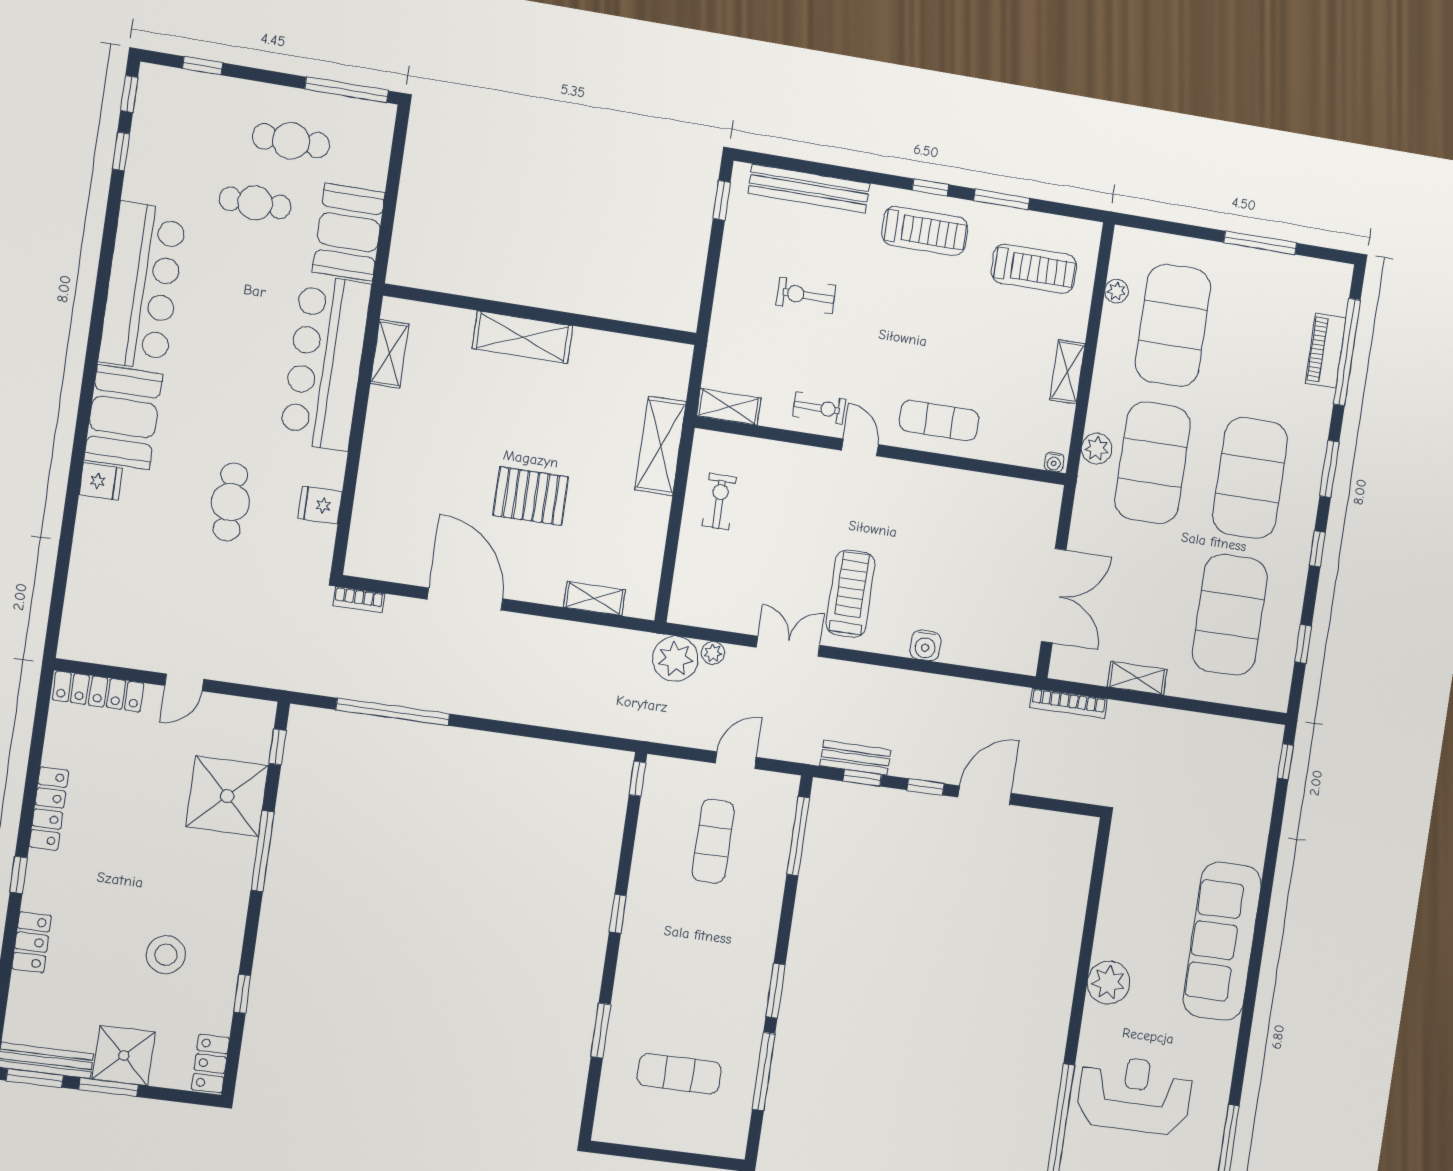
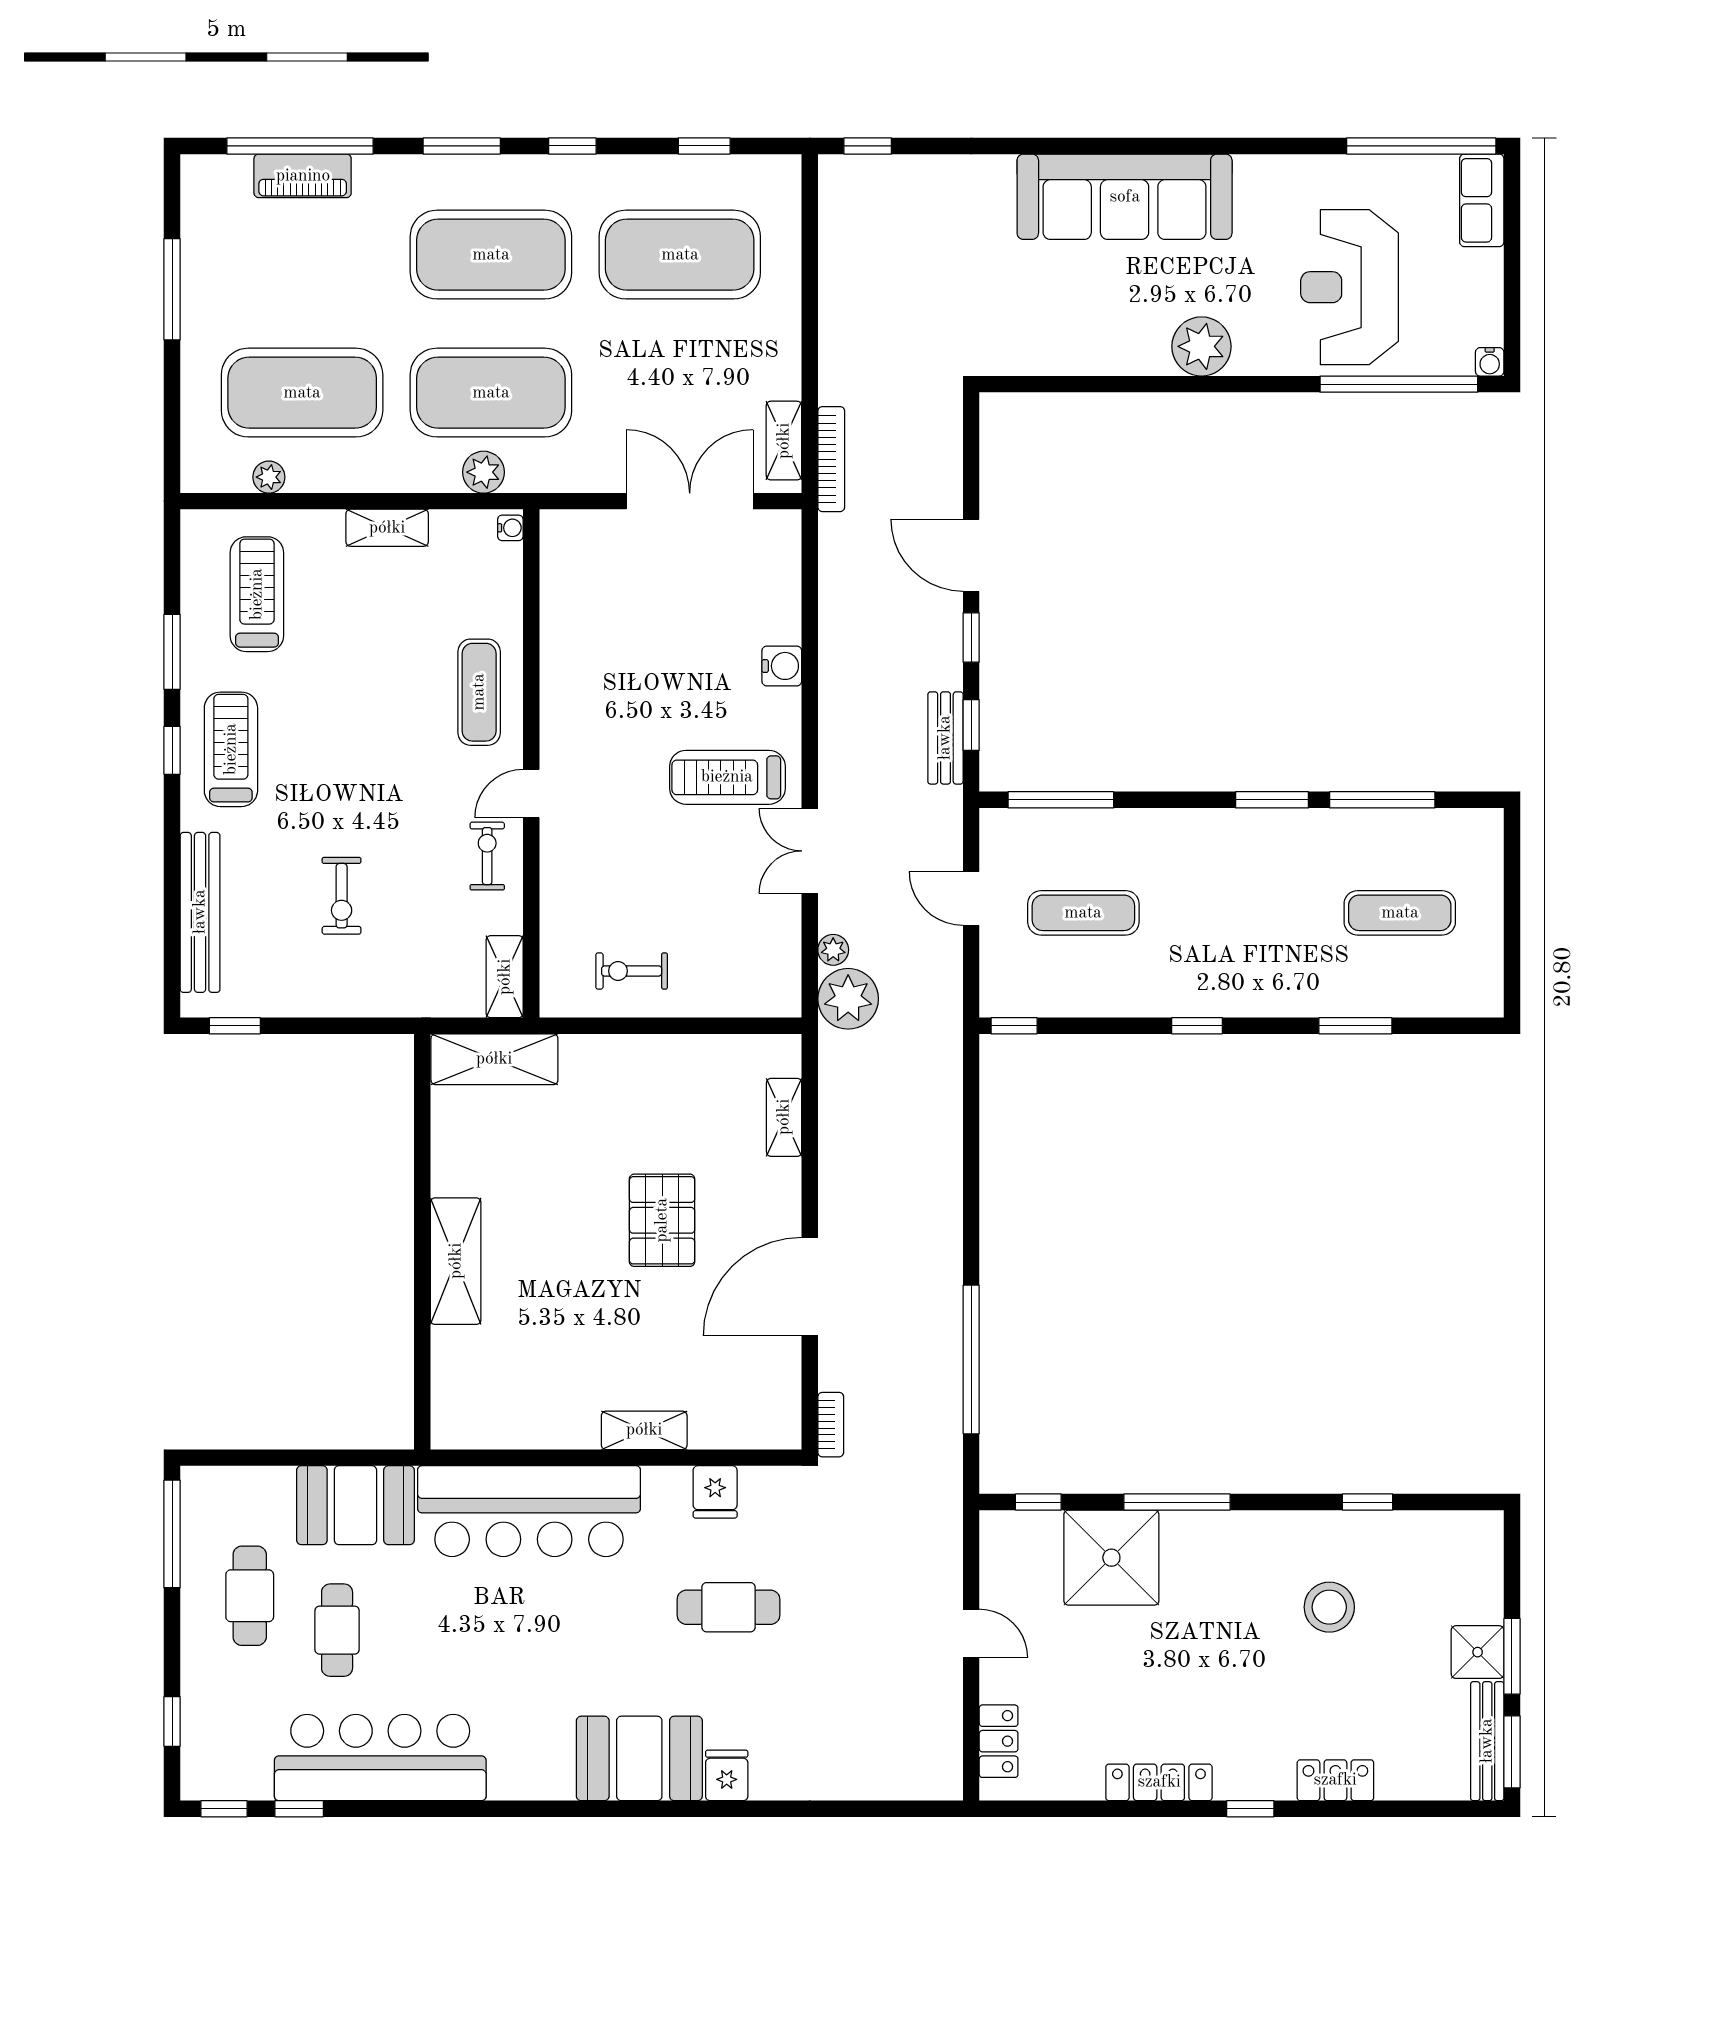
bar counter: (143, 286) -> (380, 1758), moved
shelving: (390, 354) -> (644, 1430), moved
shelving: (661, 446) -> (494, 1059), moved
shelving: (1137, 678) -> (784, 441), moved
locker: (98, 691) -> (999, 1741), width x0.66
shower: (124, 1055) -> (1478, 1652), width x0.73, depth x0.73
locker: (210, 1064) -> (1464, 1530), removed
exercise mat: (679, 1074) -> (1400, 913), turned 90

